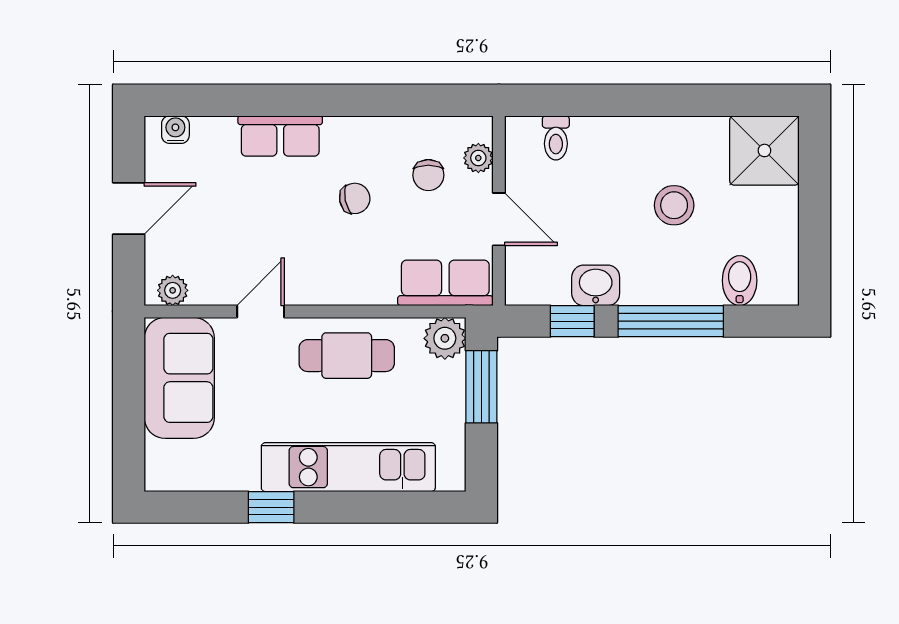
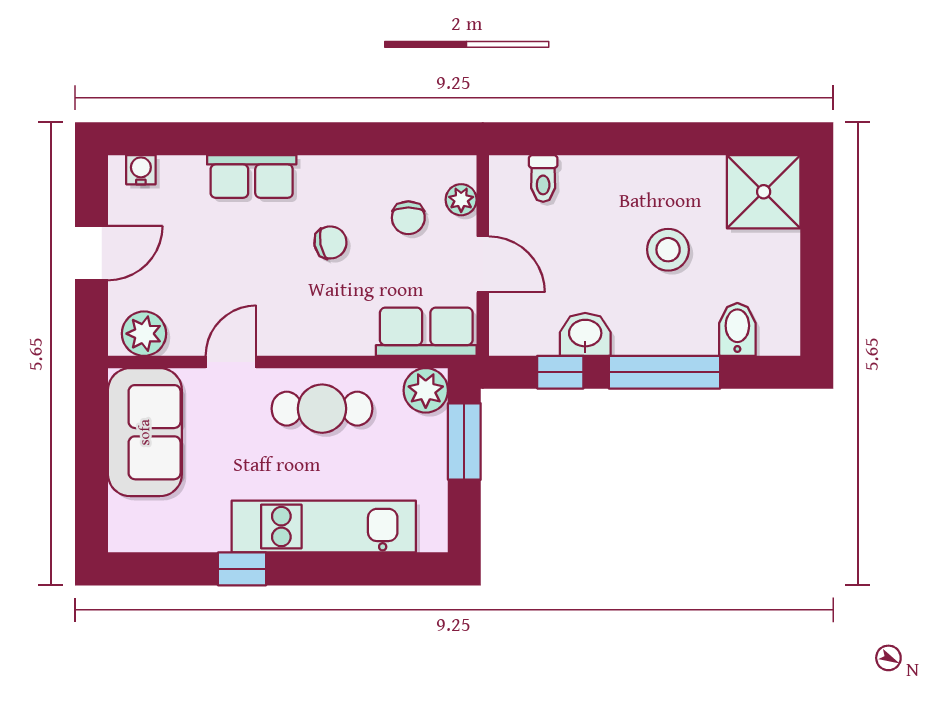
plant: (173, 290) -> (144, 334), width x1.38, depth x1.38

